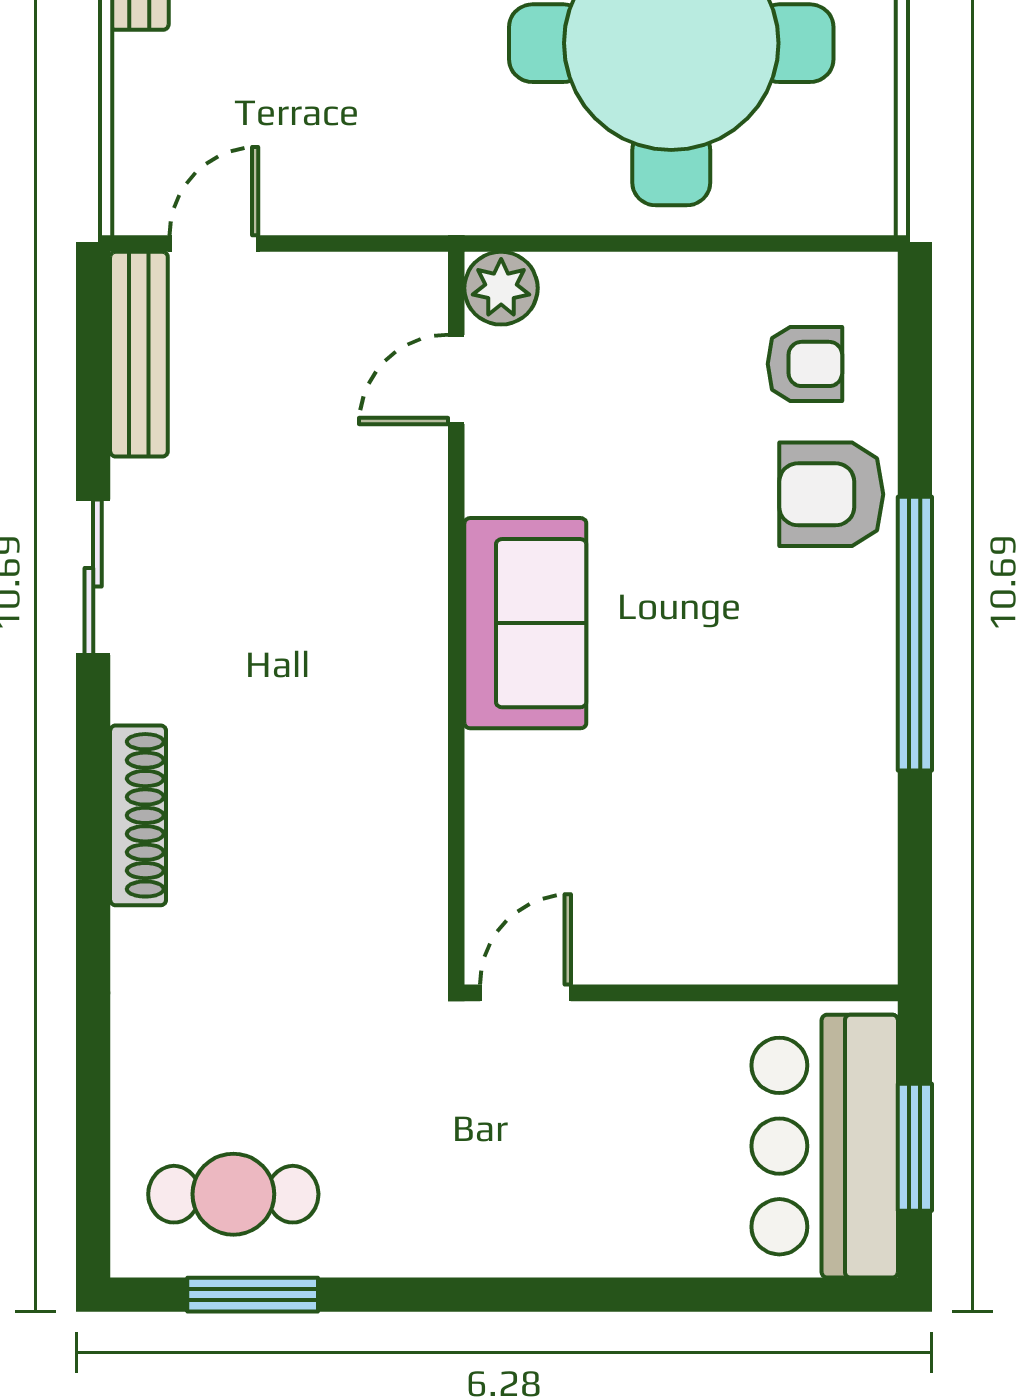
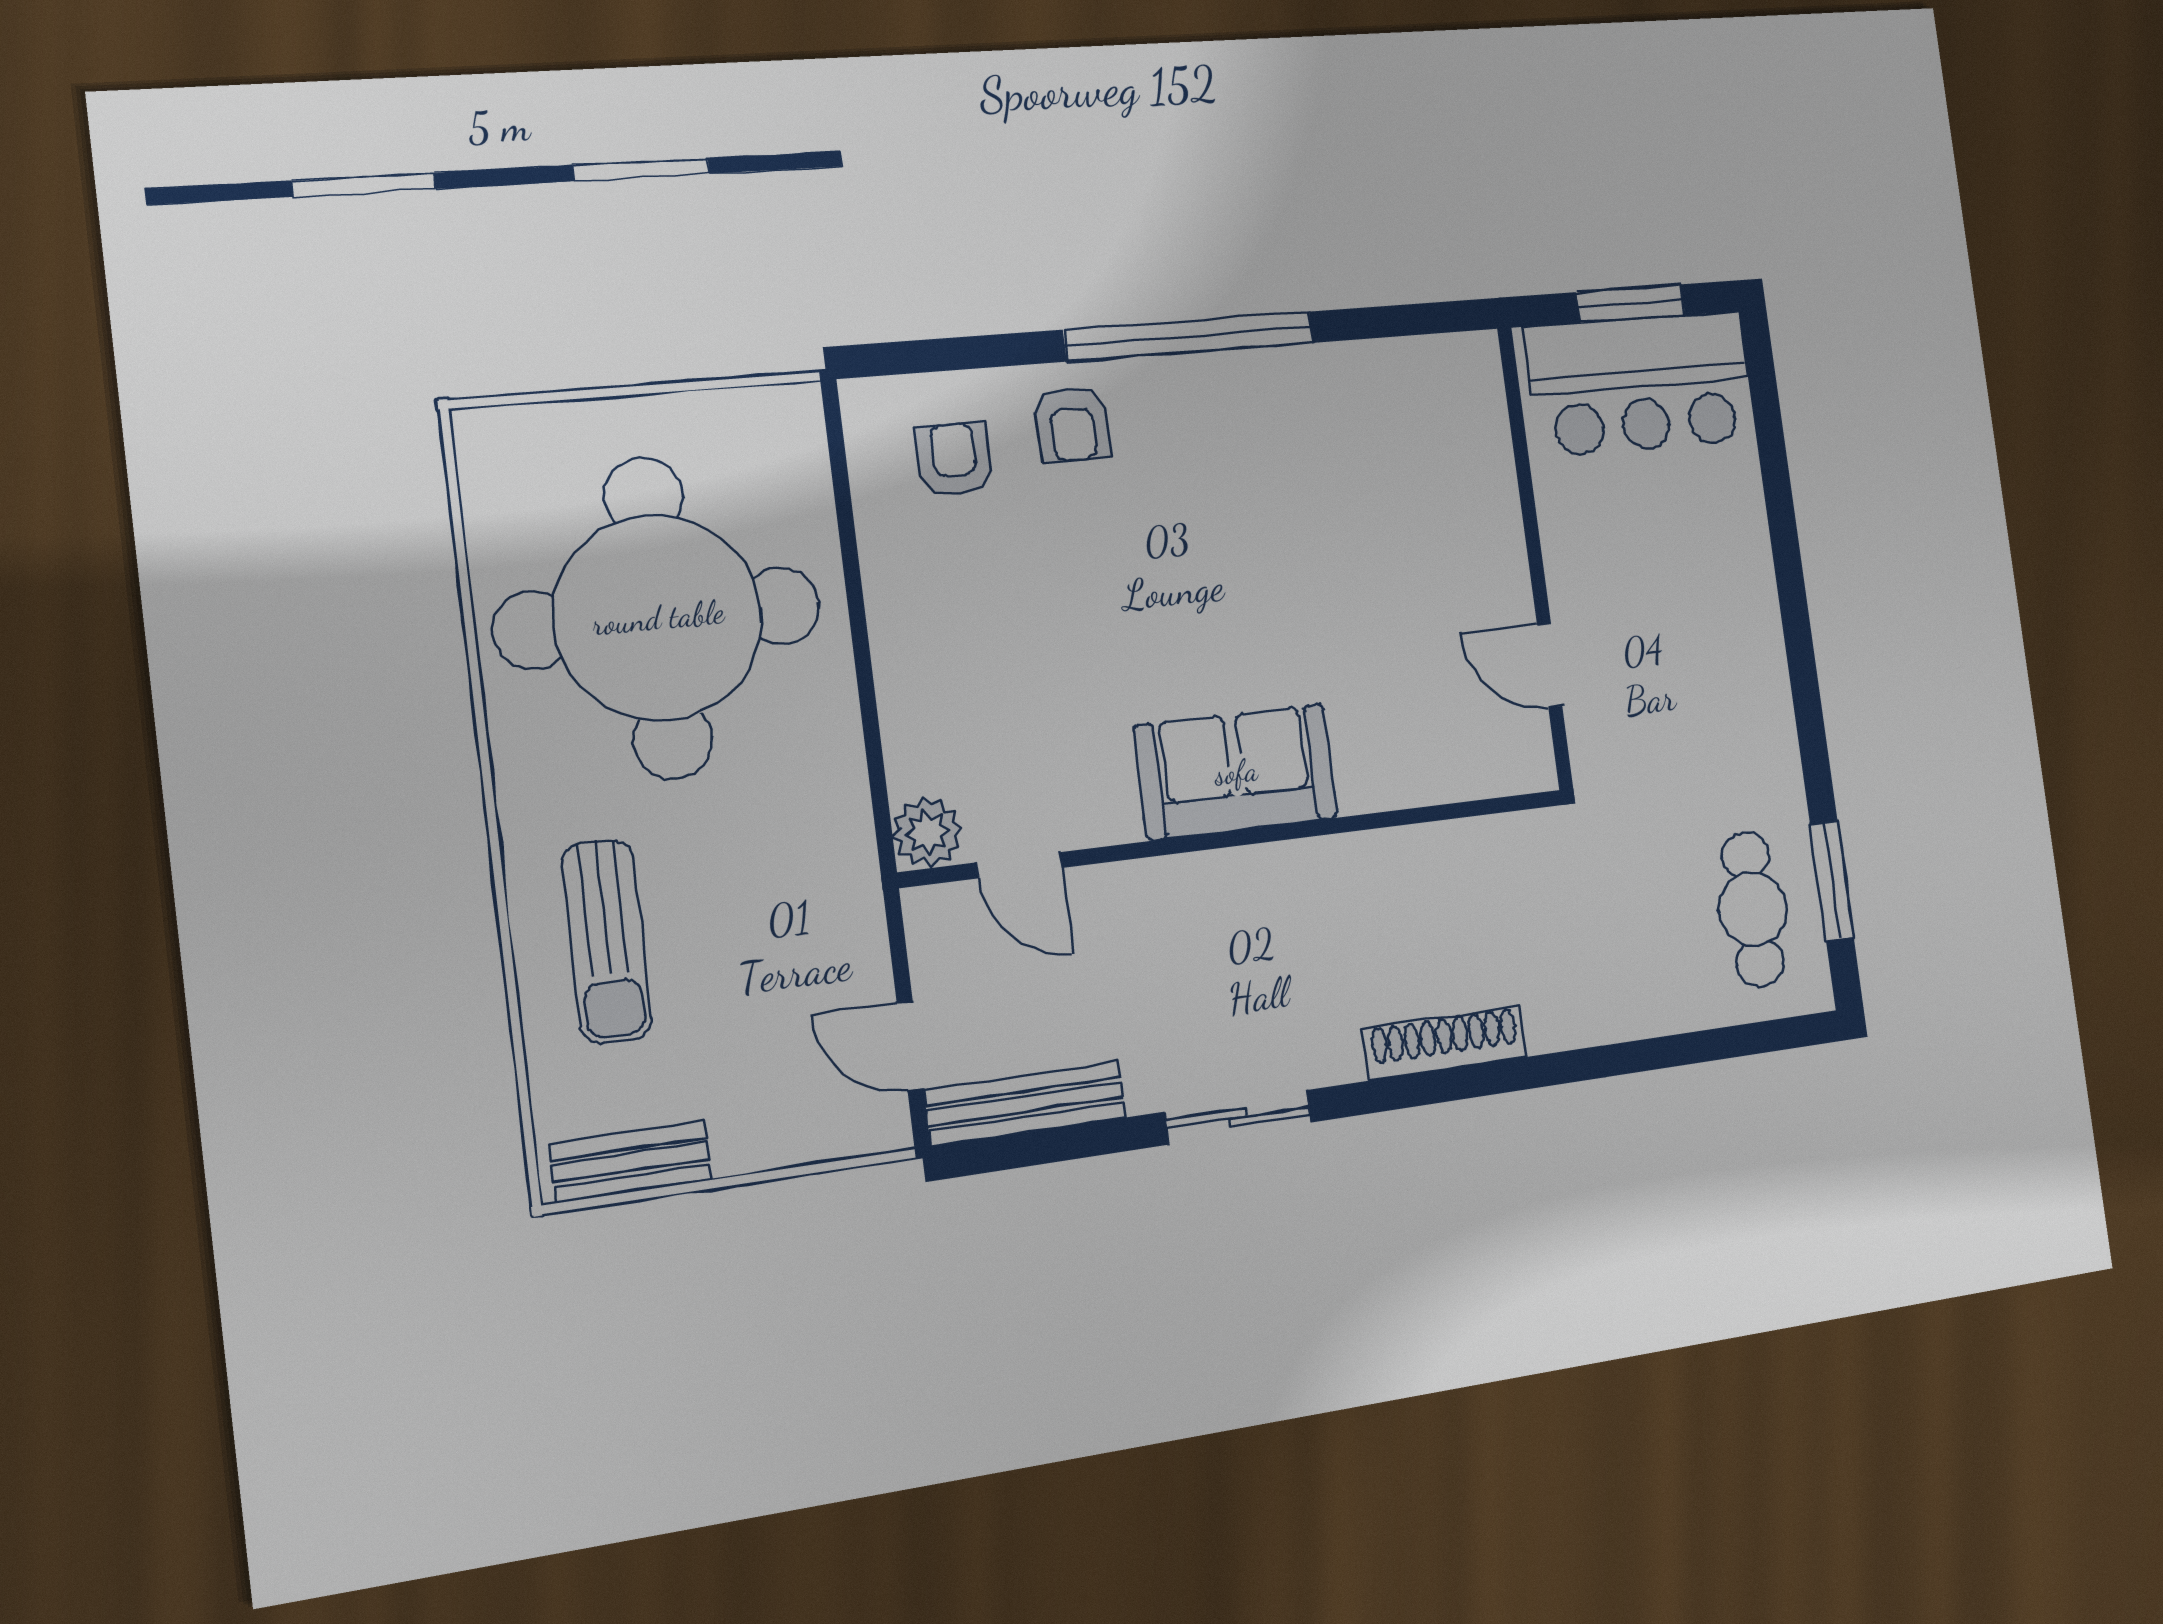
plant: (501, 288) -> (928, 832), moved
door: (456, 379) -> (1020, 865), moved
armchair: (831, 494) -> (1073, 424), width x0.72, depth x0.72
wall: (456, 618) -> (1240, 838), moved
sofa: (525, 623) -> (1236, 772), moved

